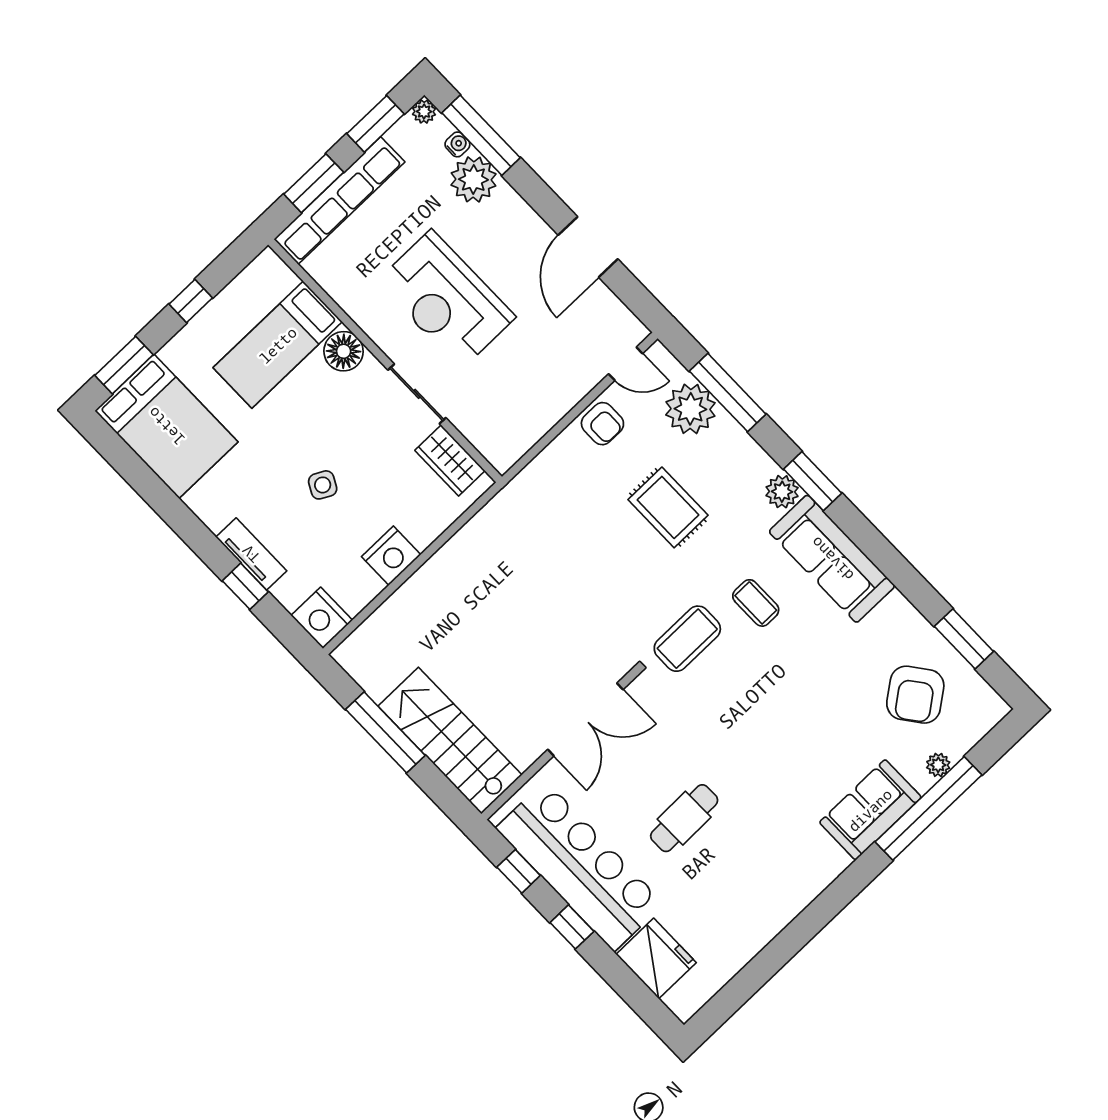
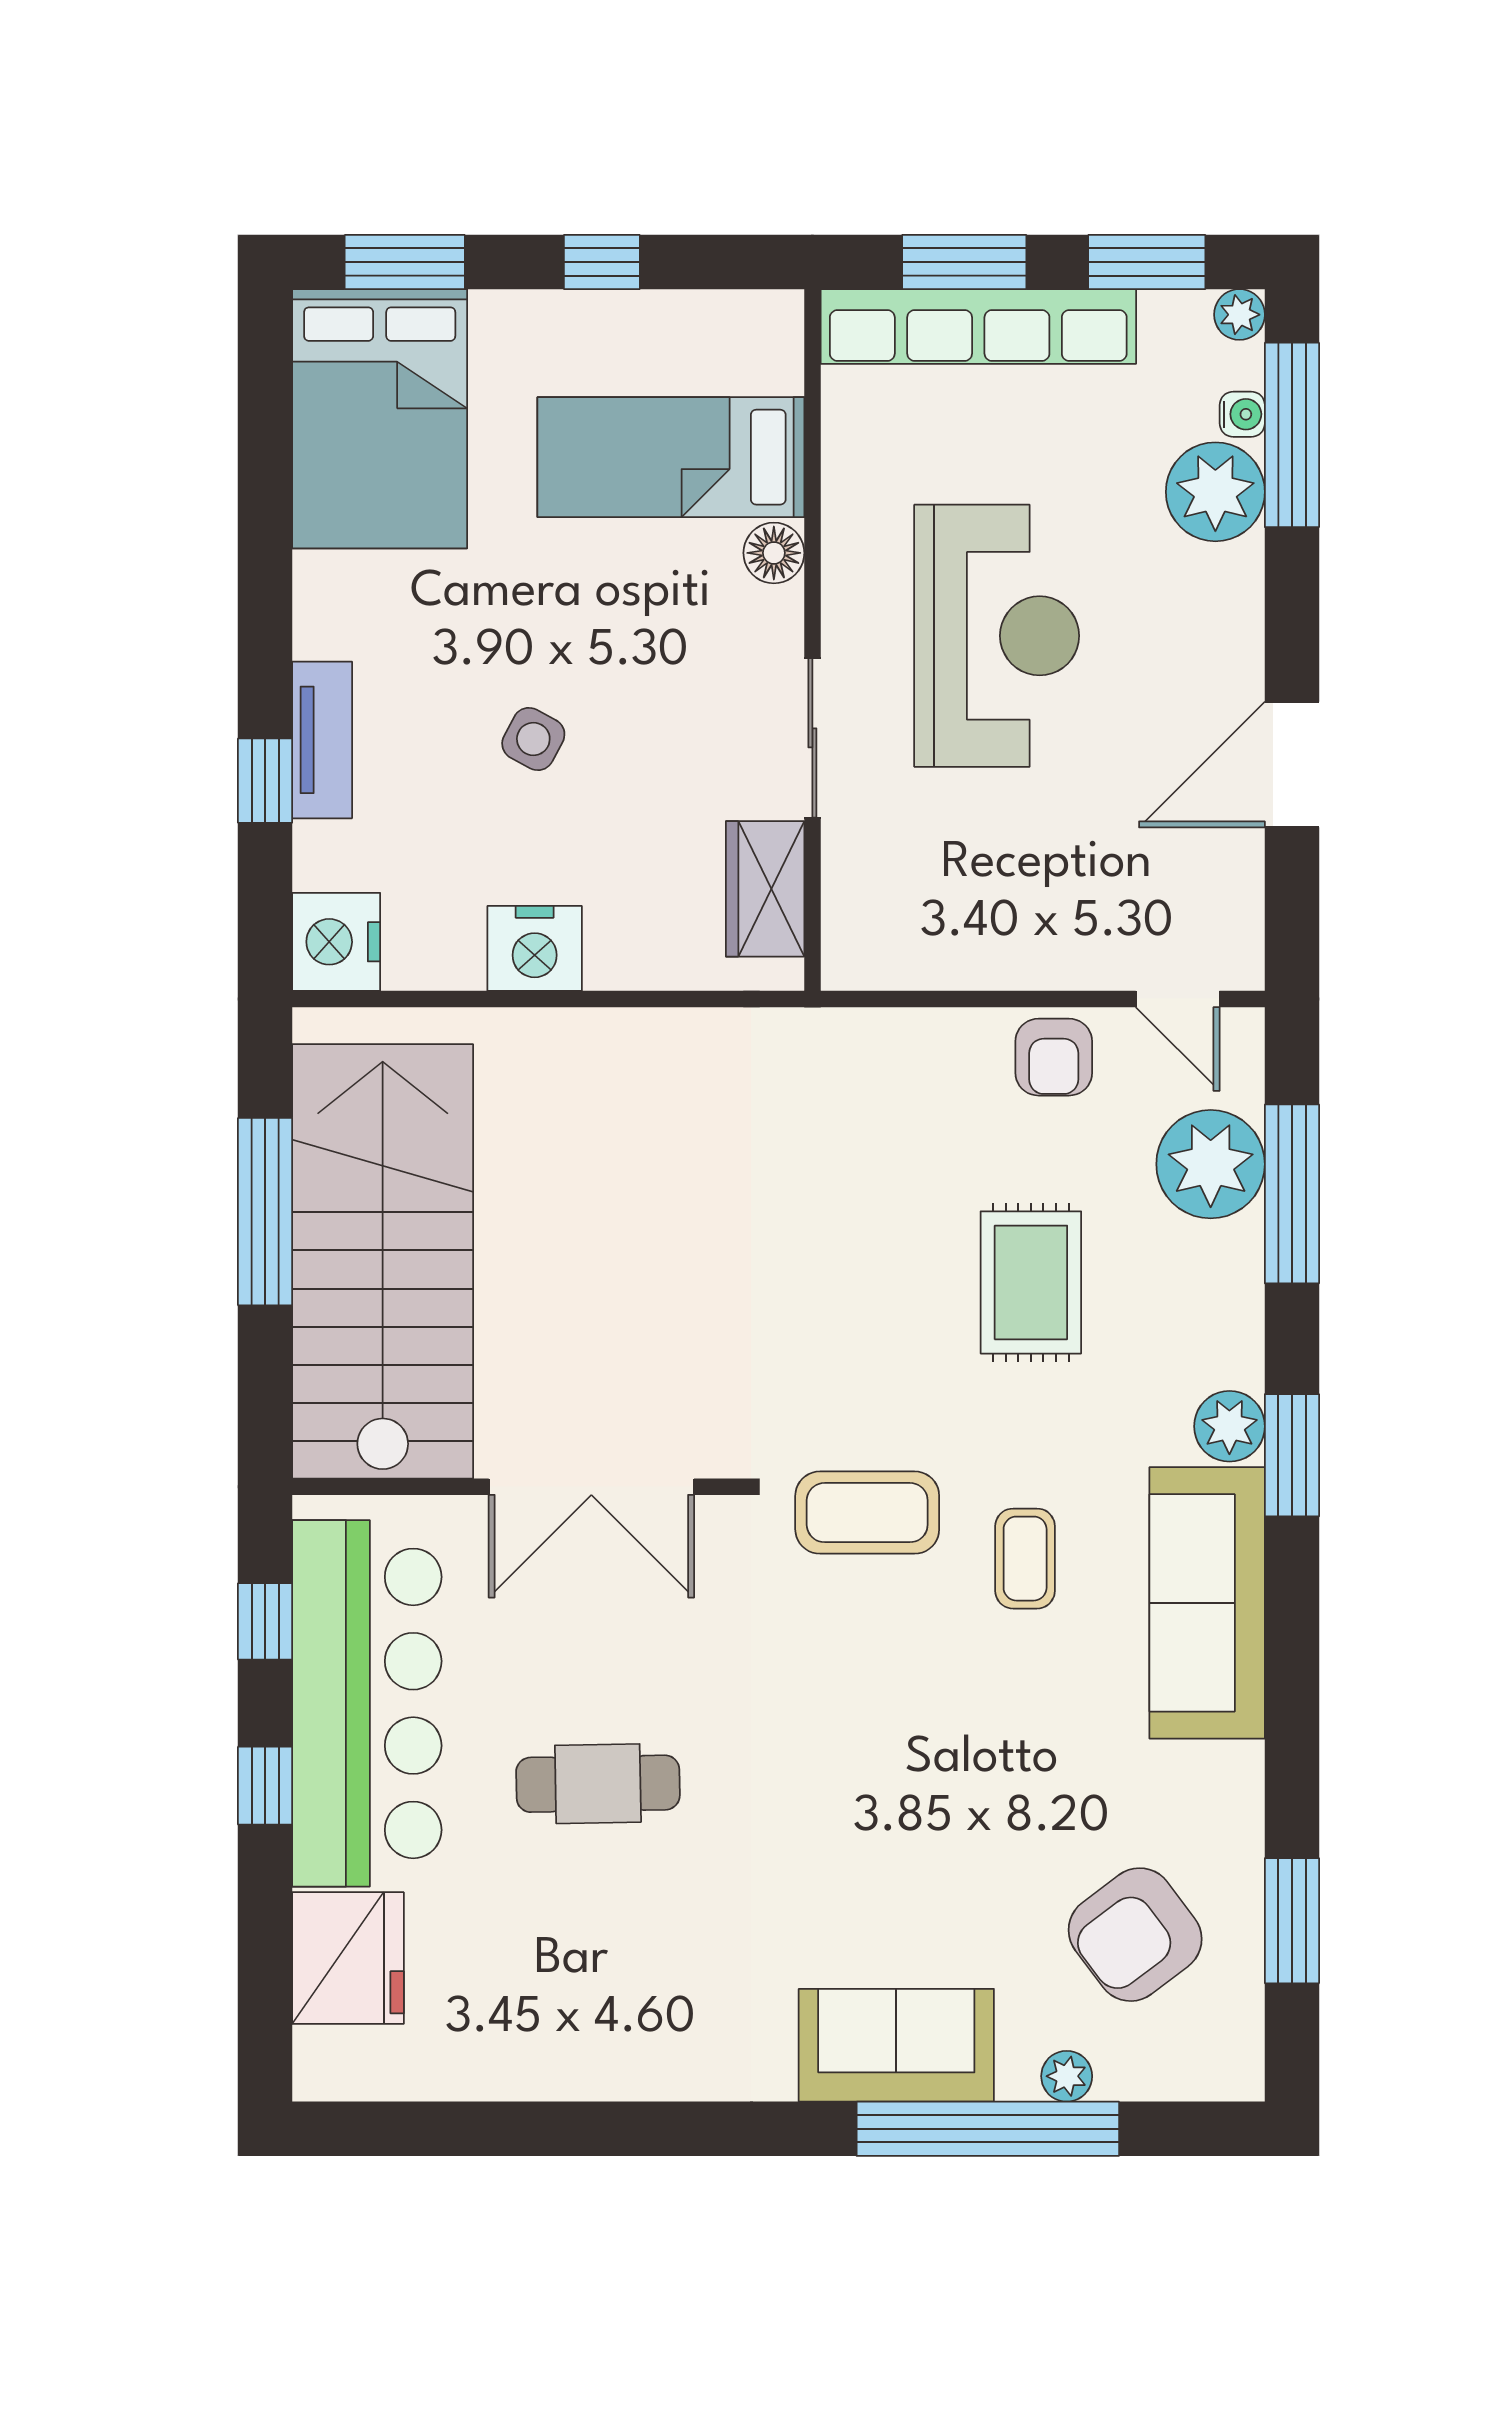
reception desk: (446, 299) -> (997, 636), turned 180
floor lamp: (344, 351) -> (774, 553), width x0.73, depth x0.73
stairs: (450, 741) -> (383, 1261), width x1.36, depth x1.51

